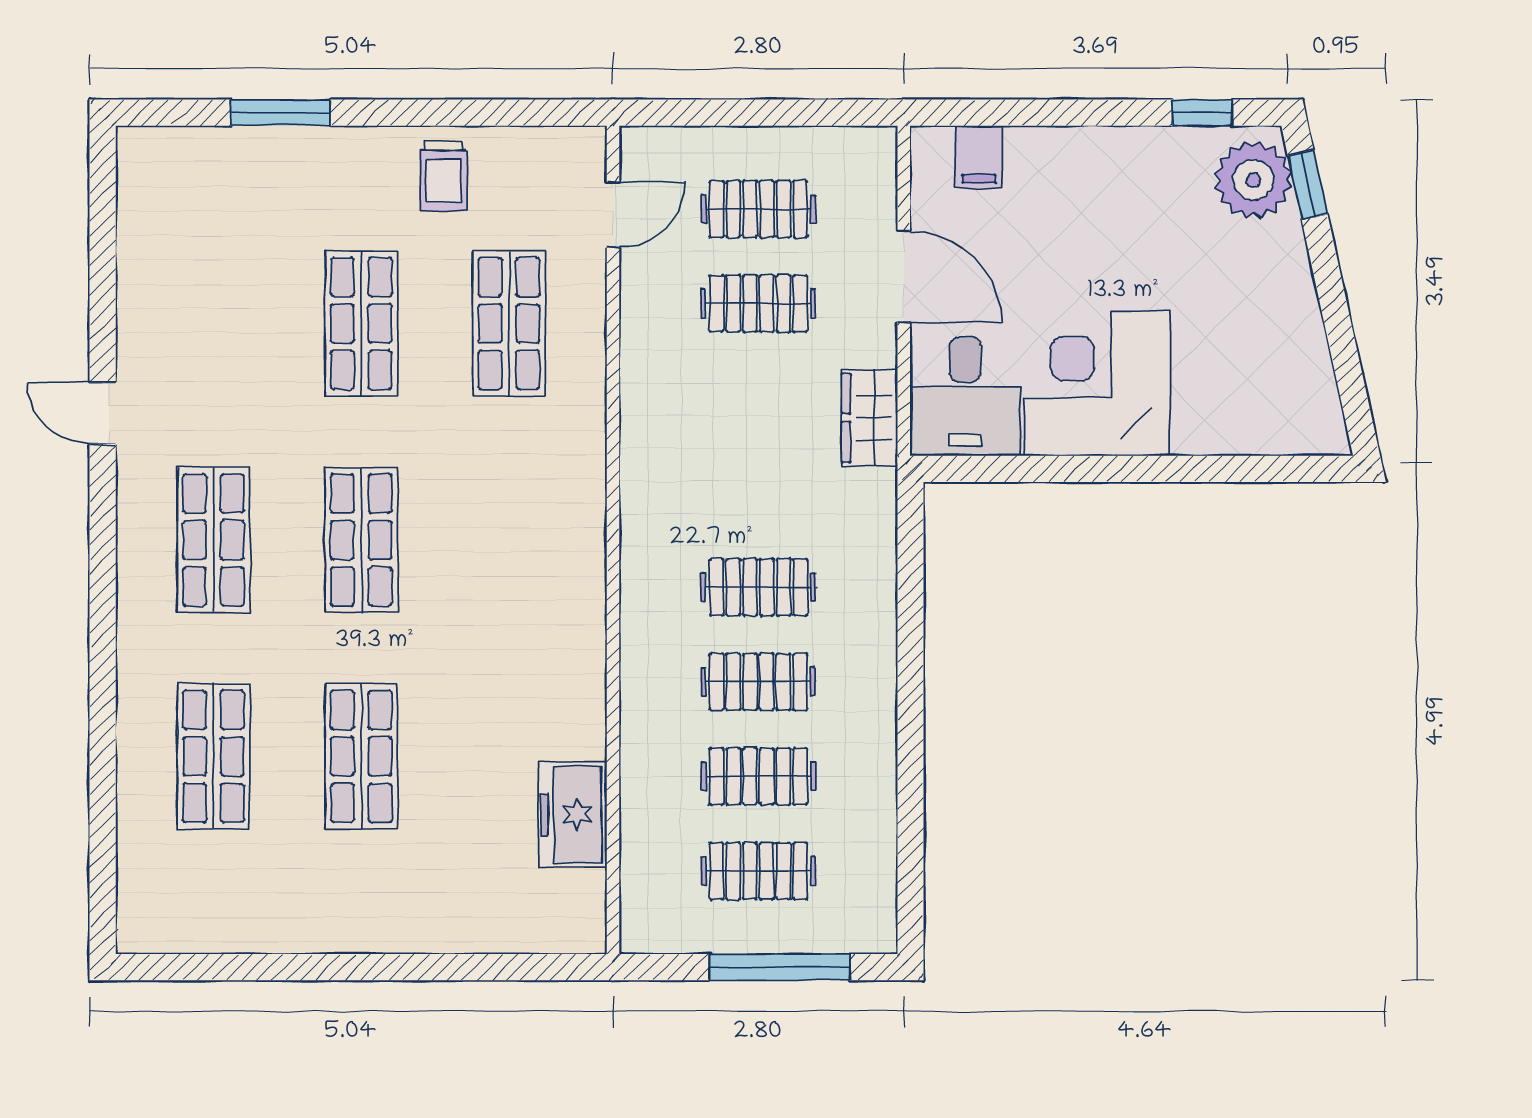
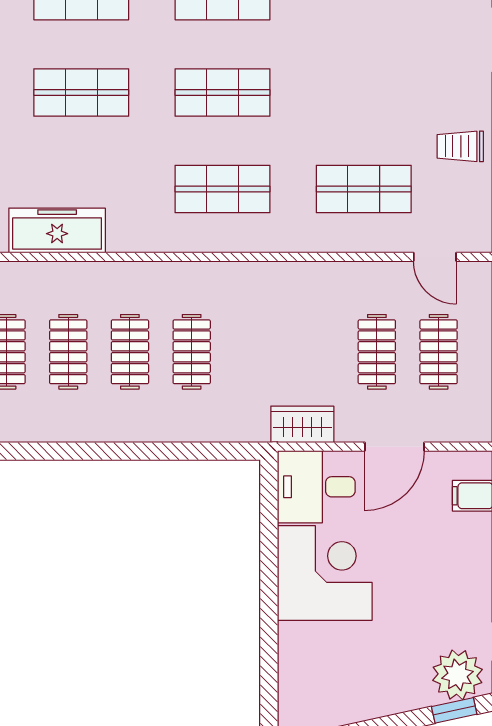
shop shelf: (361, 324) -> (223, 189), moved
freezer: (572, 814) -> (57, 230), width x1.40

